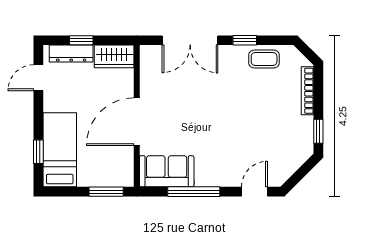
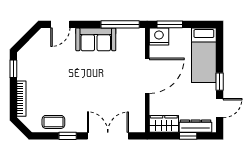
window: (38, 152) -> (220, 82), moved
sofa: (167, 171) -> (96, 39), moved
nightstand: (121, 175) -> (159, 36), added
window: (194, 192) -> (120, 24), moved

